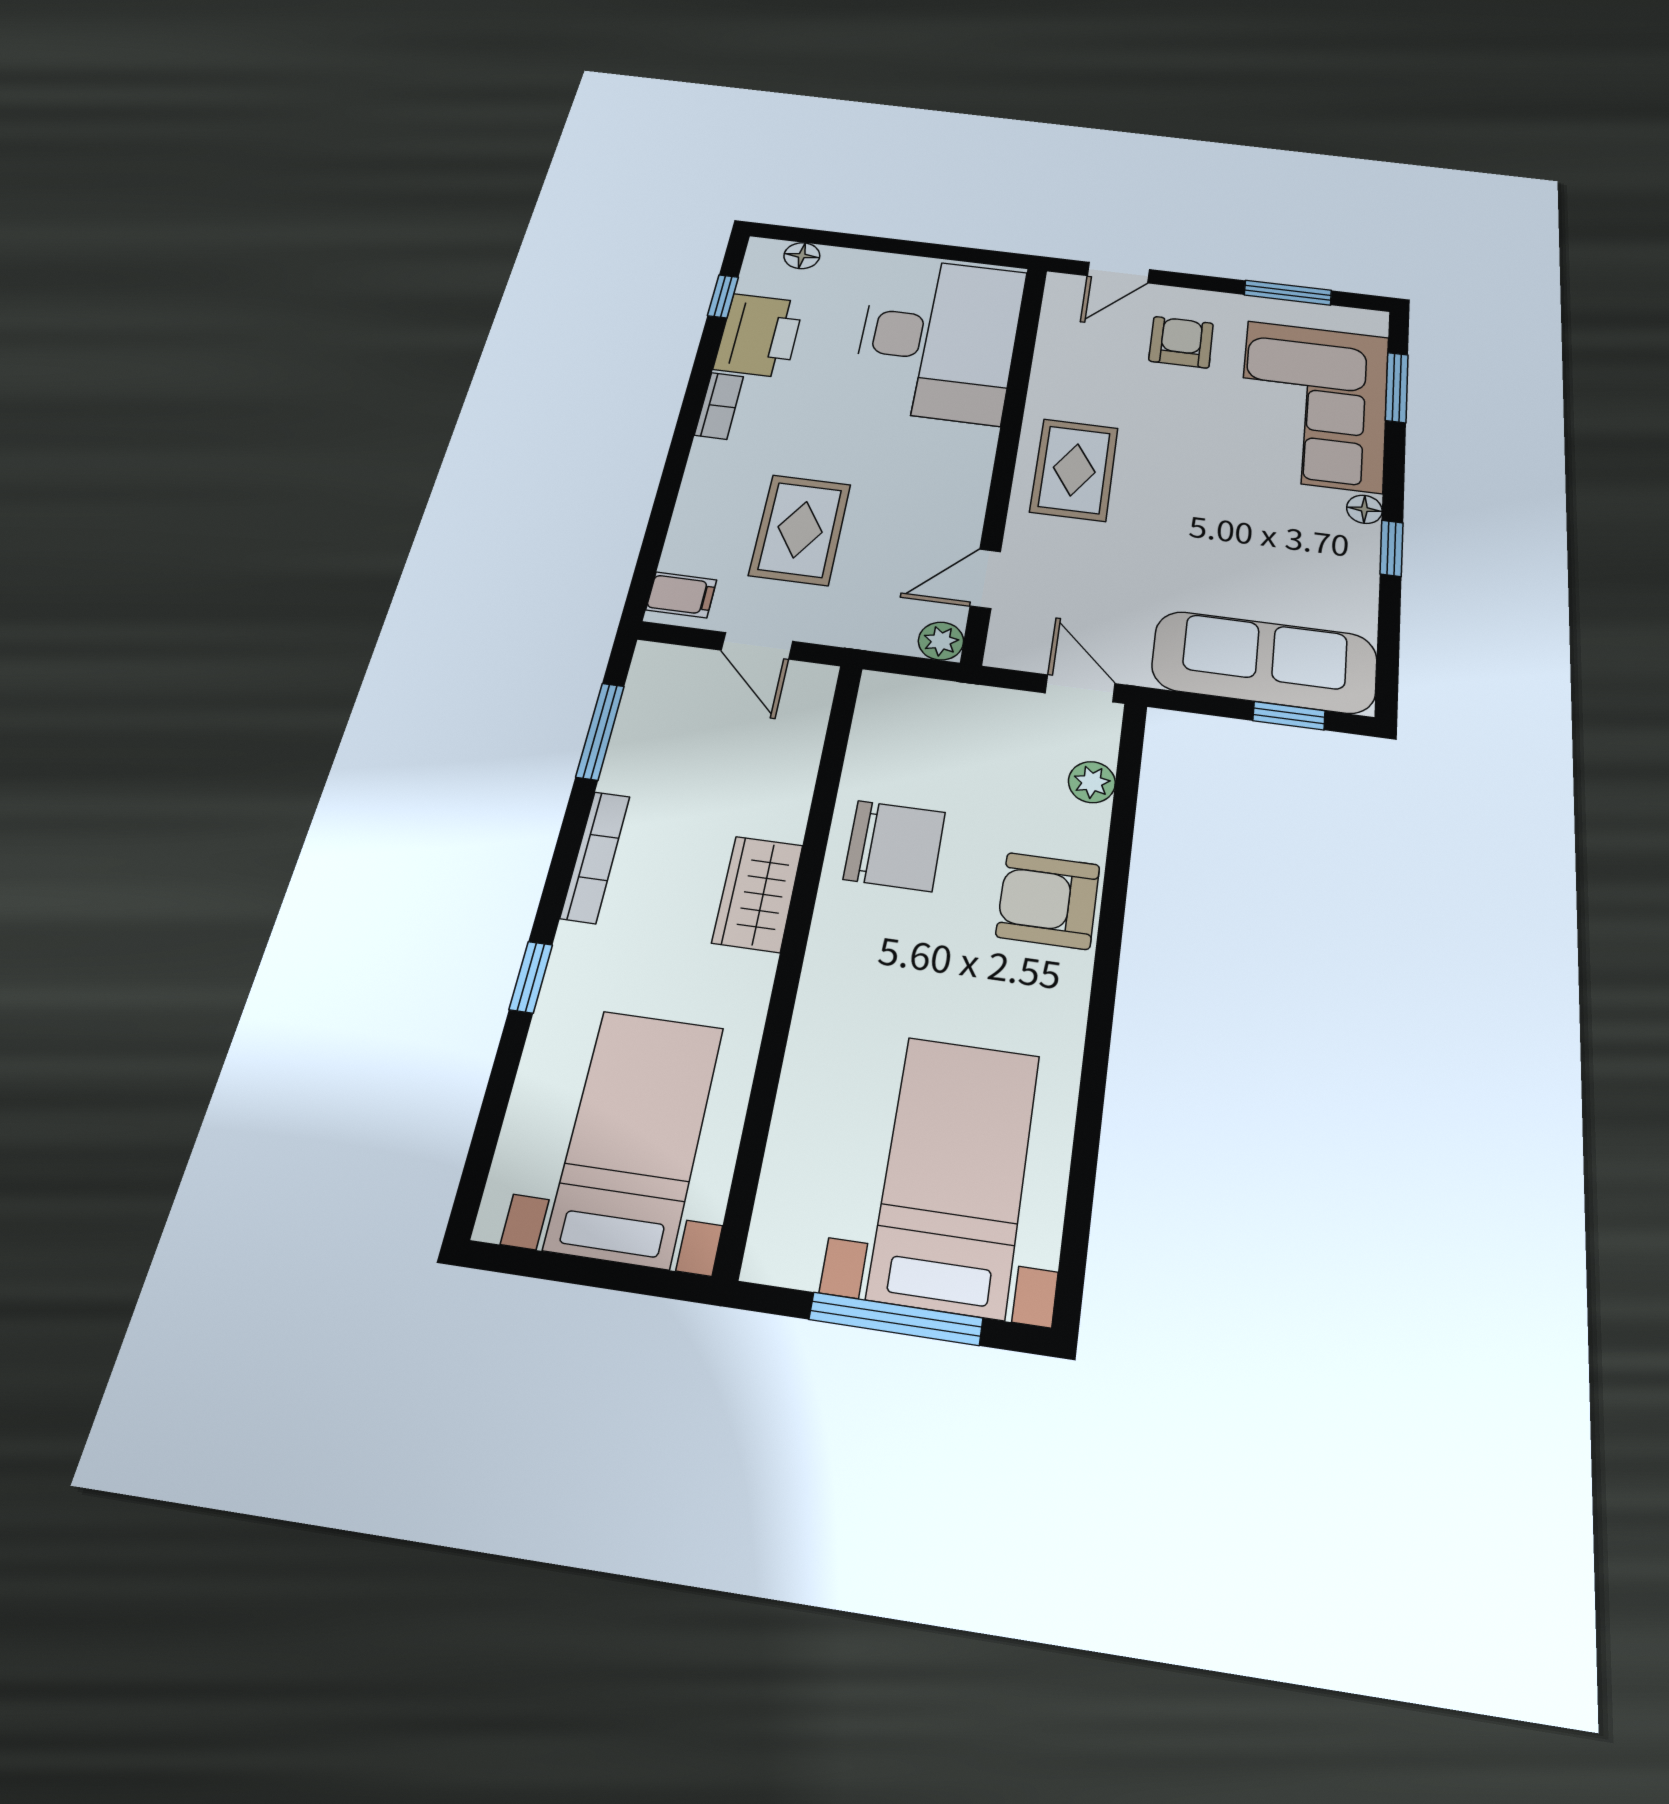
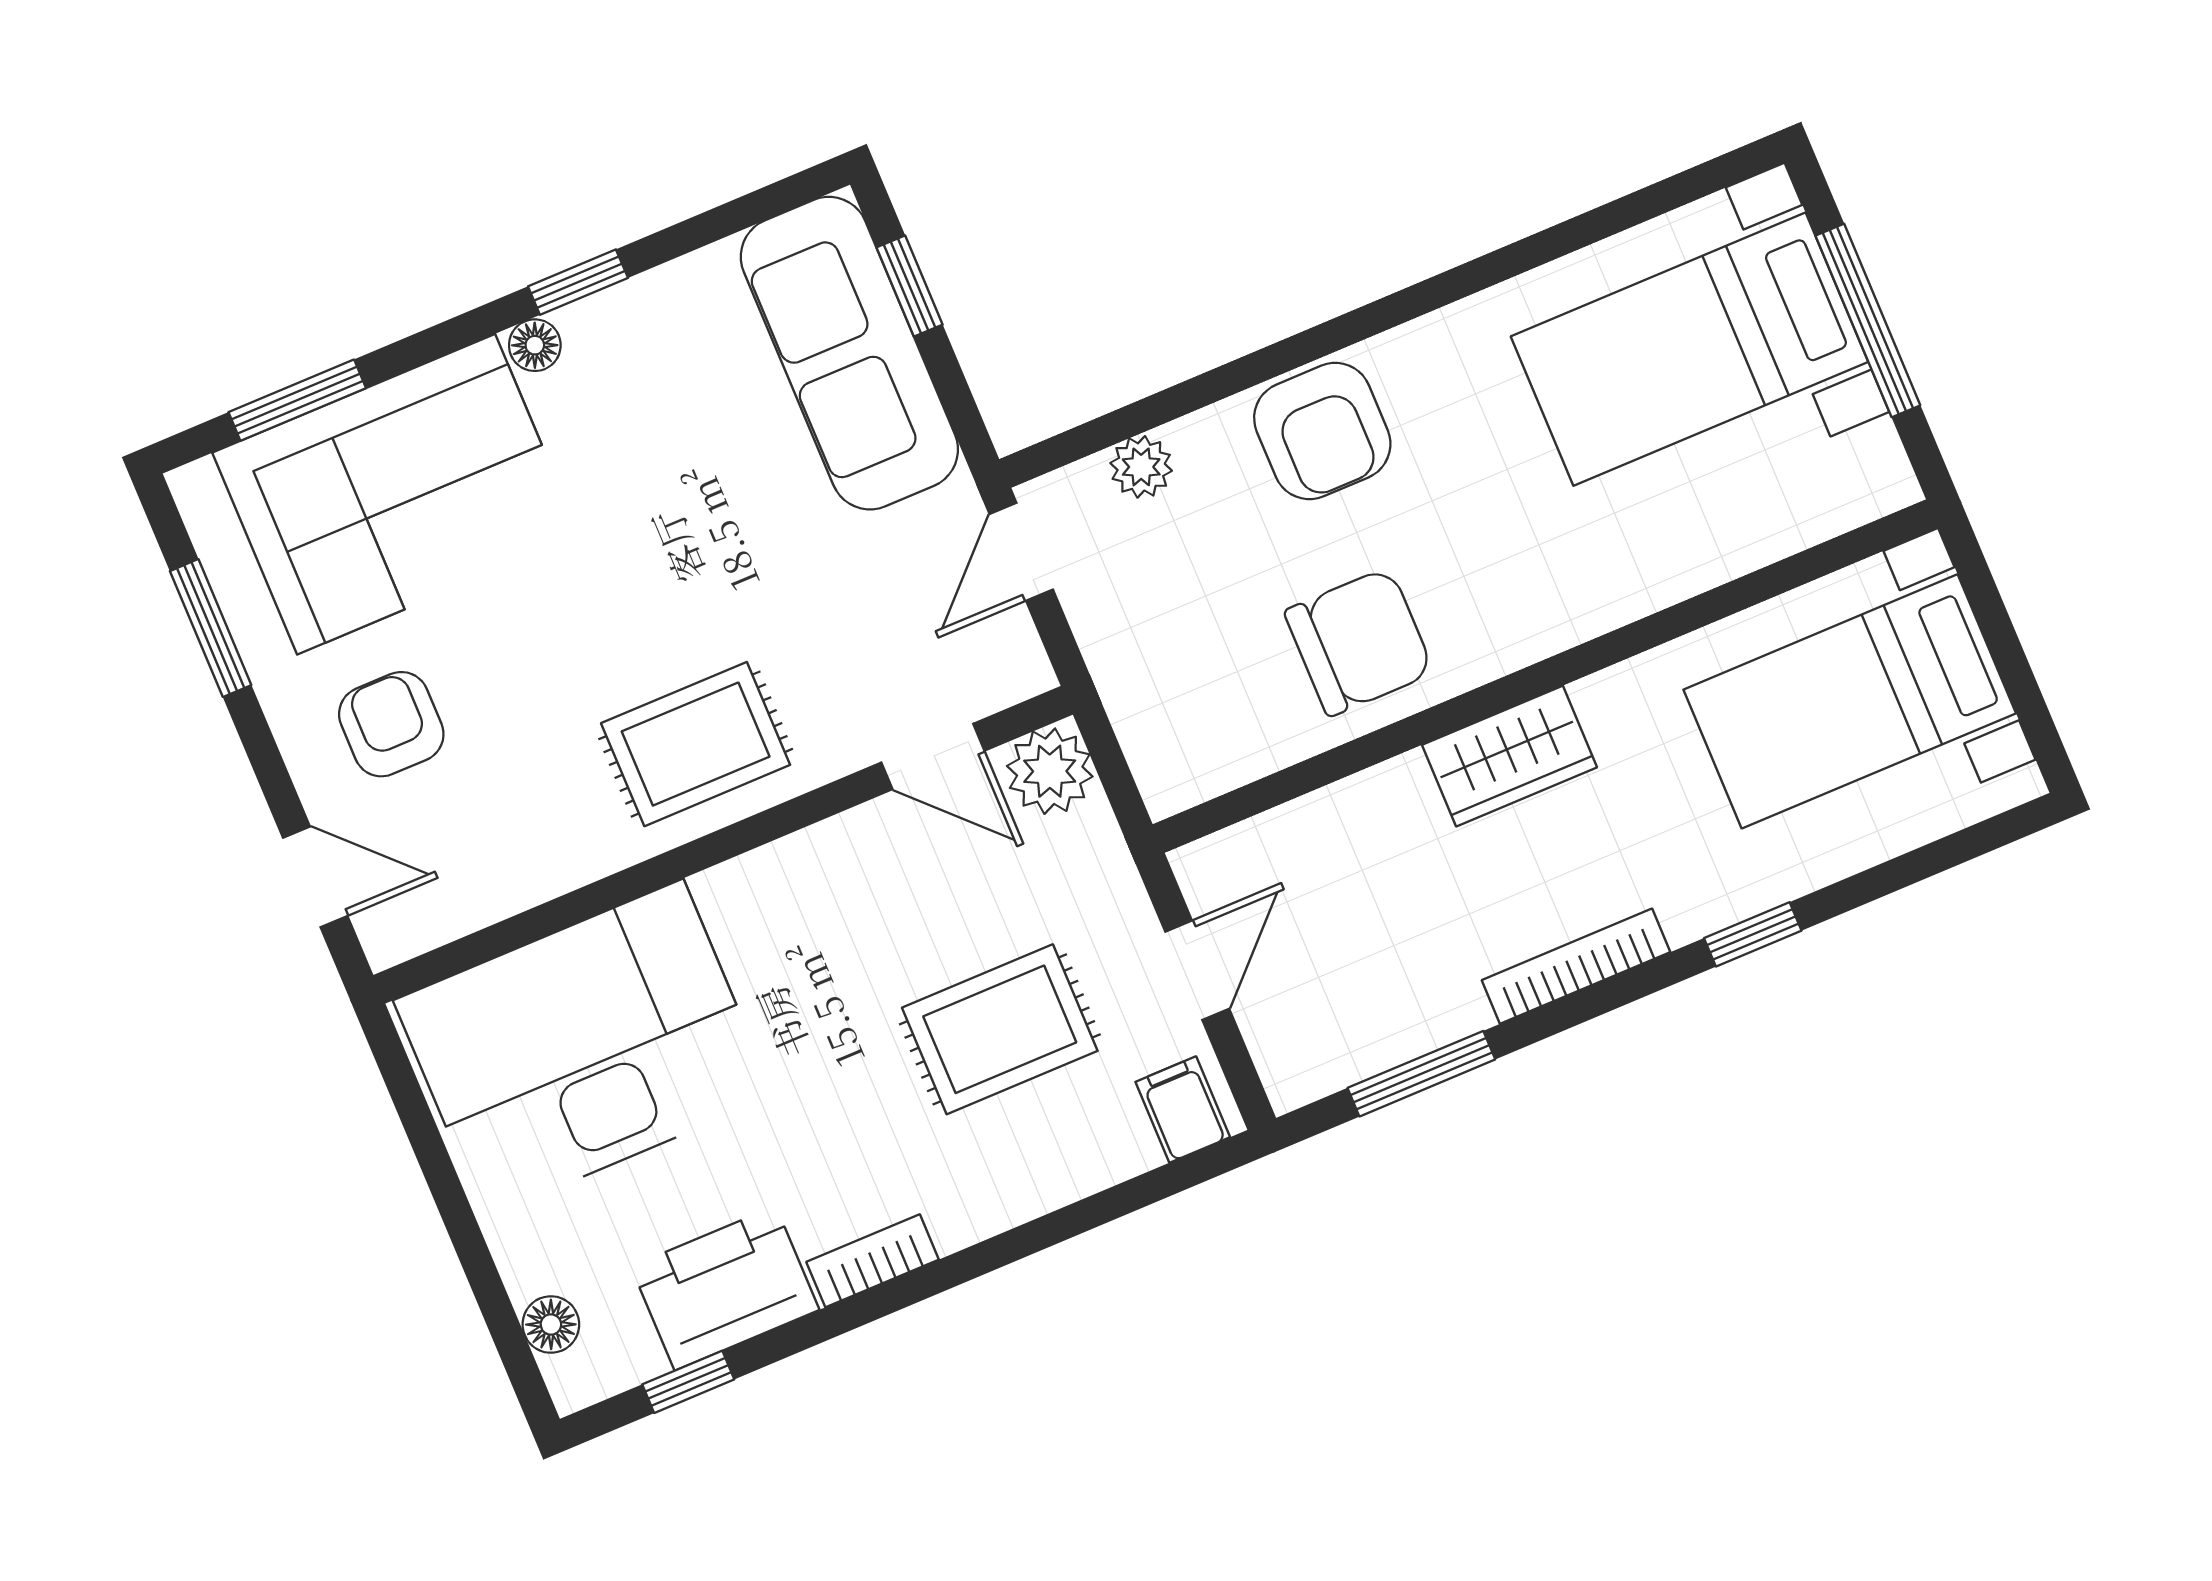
armchair: (1181, 342) -> (391, 724), turned 90
plant: (941, 641) -> (1050, 771), width x1.38, depth x1.38
chair: (895, 846) -> (1359, 642), turned 90

